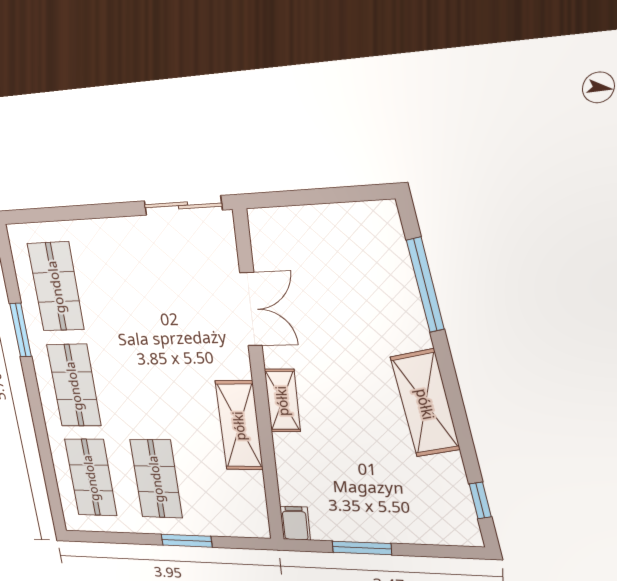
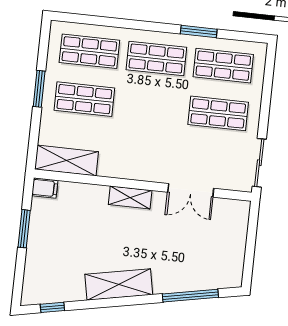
shop shelf: (125, 284) -> (218, 113), added
shelving: (239, 426) -> (67, 161), moved
window: (187, 541) -> (39, 89), moved

